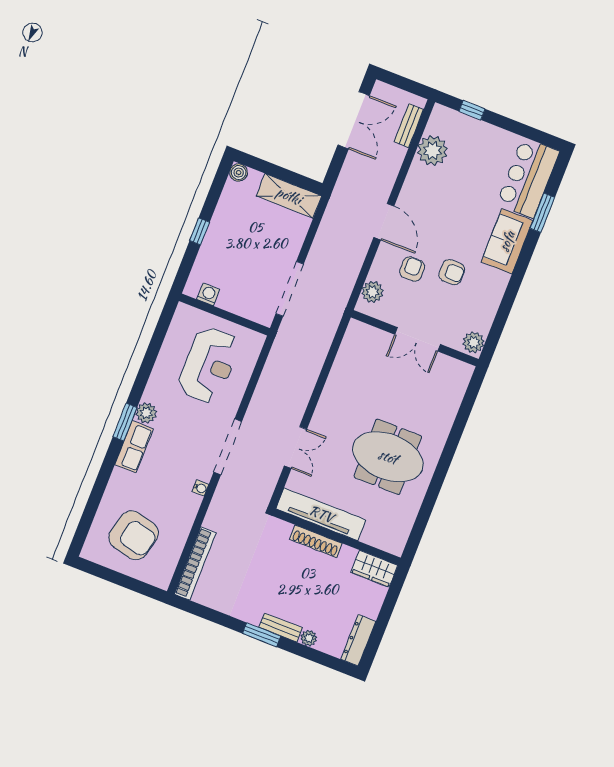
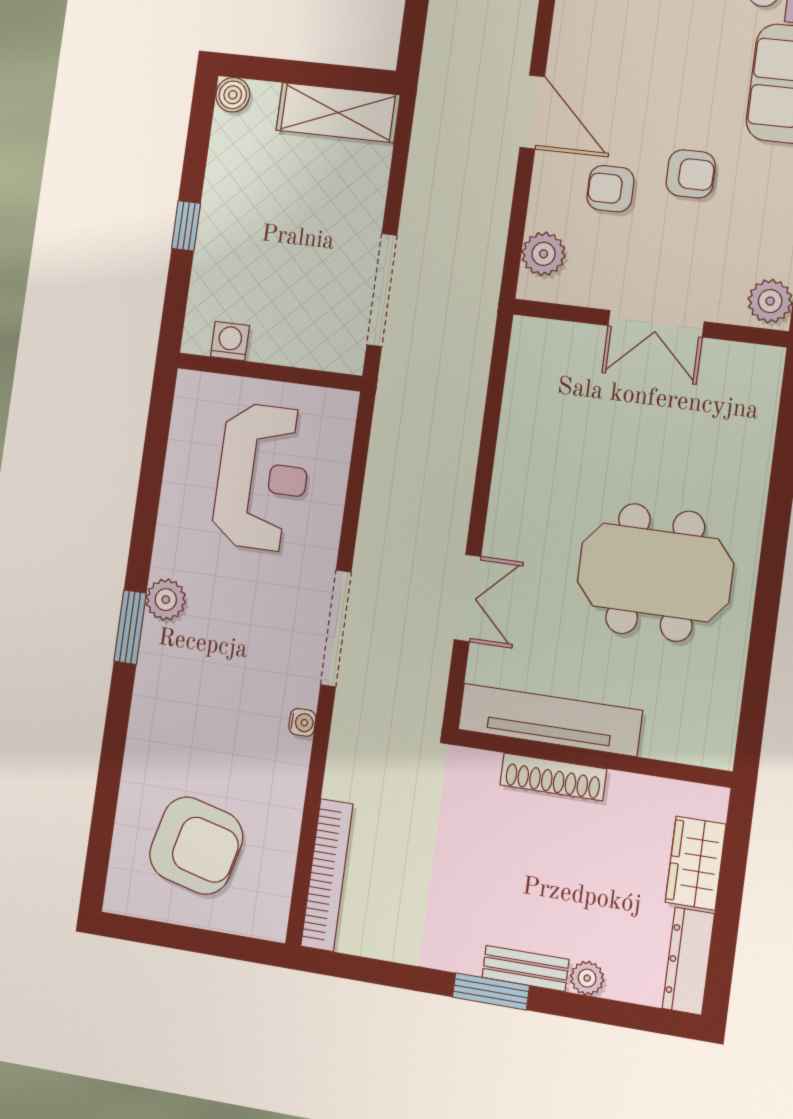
armchair: (412, 269) -> (610, 189), turned -90
row of seats: (134, 447) -> (158, 671), removed
wardrobe: (374, 569) -> (696, 863), moved, turned 90

